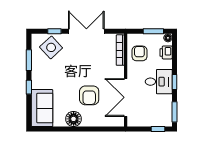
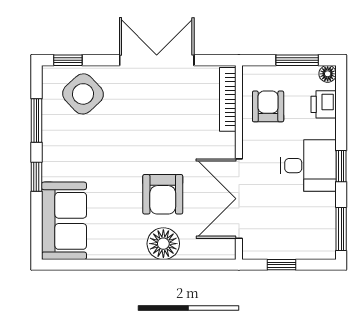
window: (54, 31) -> (68, 60), moved
floor lamp: (74, 119) -> (163, 244), moved
window: (158, 129) -> (282, 265), moved

